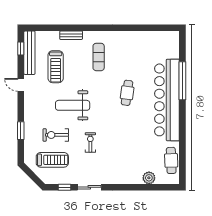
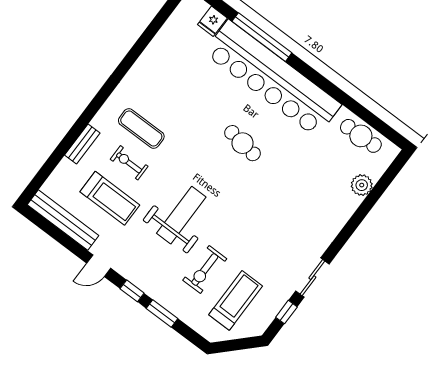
window: (21, 48) -> (132, 291), moved
fridge: (172, 52) -> (212, 21), added
cafe table: (127, 93) -> (242, 143), moved
weight bench: (73, 105) -> (181, 215), turned 180
exercise bike: (90, 142) -> (129, 163), moved

